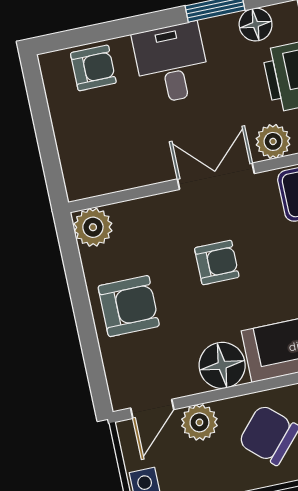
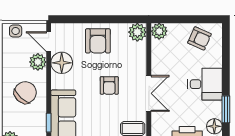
armchair: (93, 68) -> (199, 38), moved, turned -66
plant: (273, 141) -> (159, 31), moved
floor lamp: (222, 365) -> (62, 63), moved

